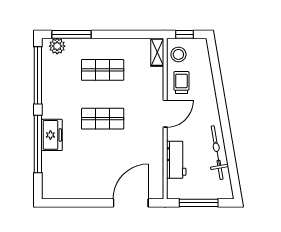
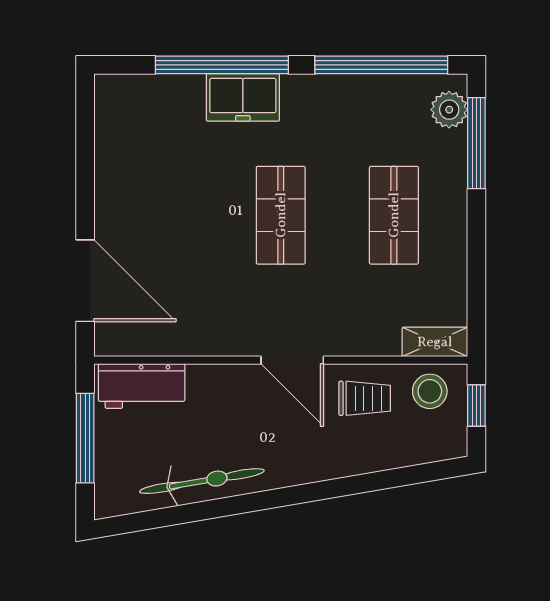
workbench: (176, 160) -> (142, 386), moved

